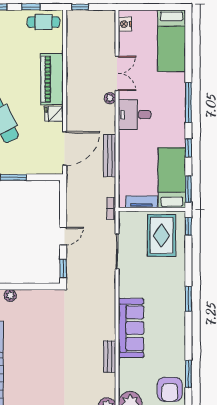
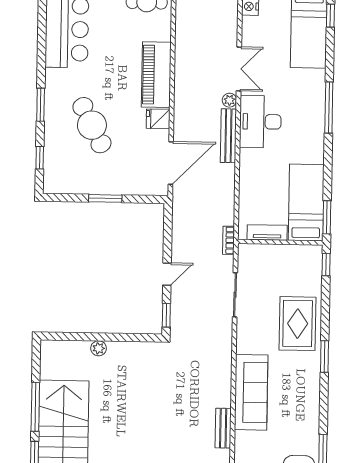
desk: (135, 115) -> (260, 122), width x1.37
window: (188, 148) -> (330, 16), moved
bench: (110, 156) -> (228, 136), moved
rug: (162, 235) -> (298, 324), moved

